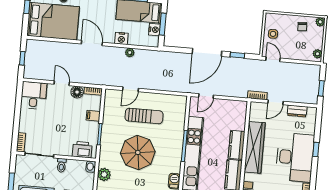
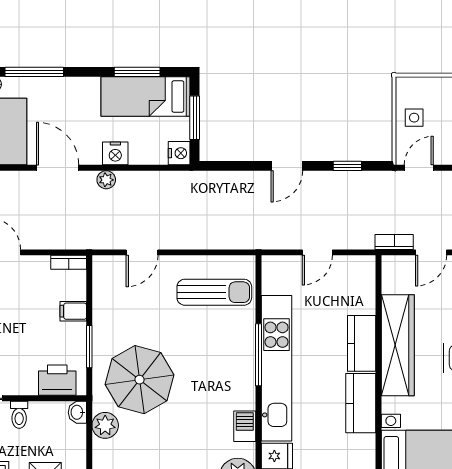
nightstand: (154, 30) -> (179, 153), moved
door: (207, 52) -> (287, 166), width x0.53
plant: (130, 53) -> (106, 180), moved
door: (273, 59) -> (419, 168), hinge flipped
floor lamp: (77, 92) -> (37, 267), removed
door: (206, 96) -> (317, 252), moved
sun lounger: (144, 116) -> (214, 292), moved
parasol: (138, 152) -> (140, 380), moved

